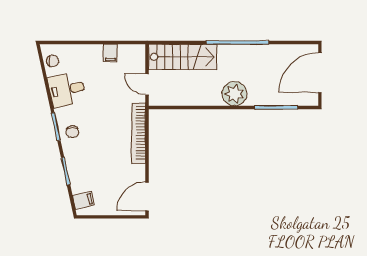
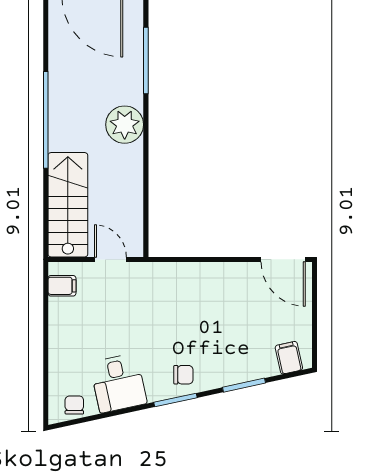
filing cabinet: (110, 53) -> (62, 286), moved
door: (147, 84) -> (110, 259), swing flipped
bookcase: (139, 133) -> (185, 273), removed

